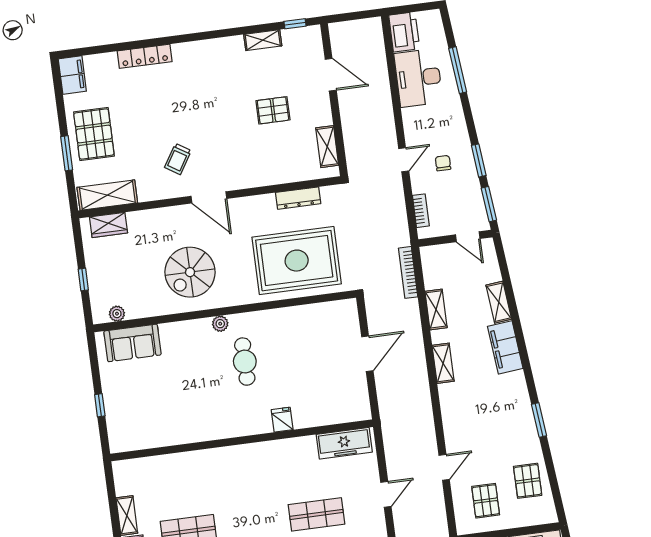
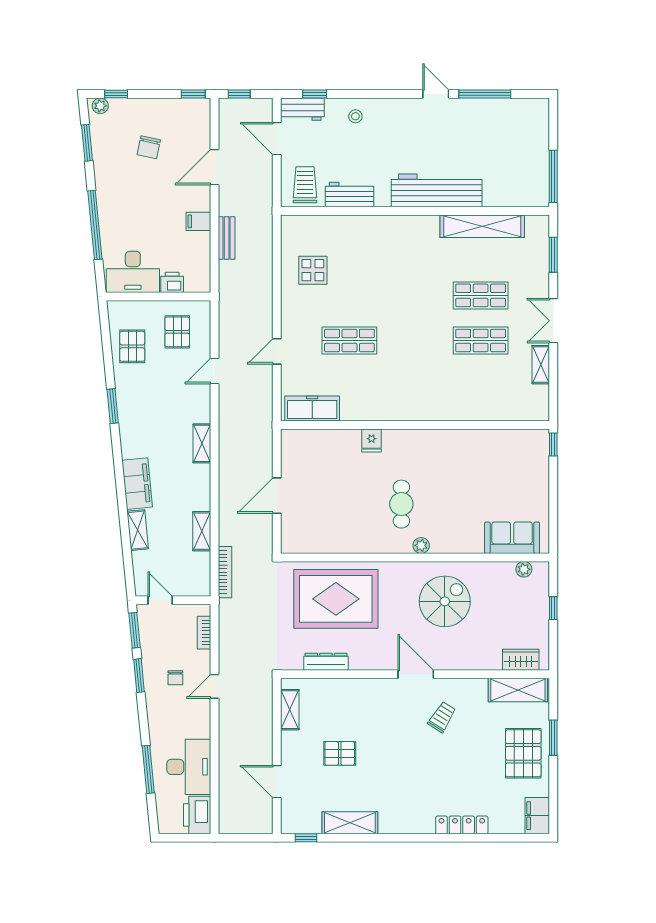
shelving: (263, 40) -> (350, 823), width x1.50, depth x1.33
shelving: (443, 363) -> (202, 443), moved
window: (100, 405) -> (553, 445), moved

